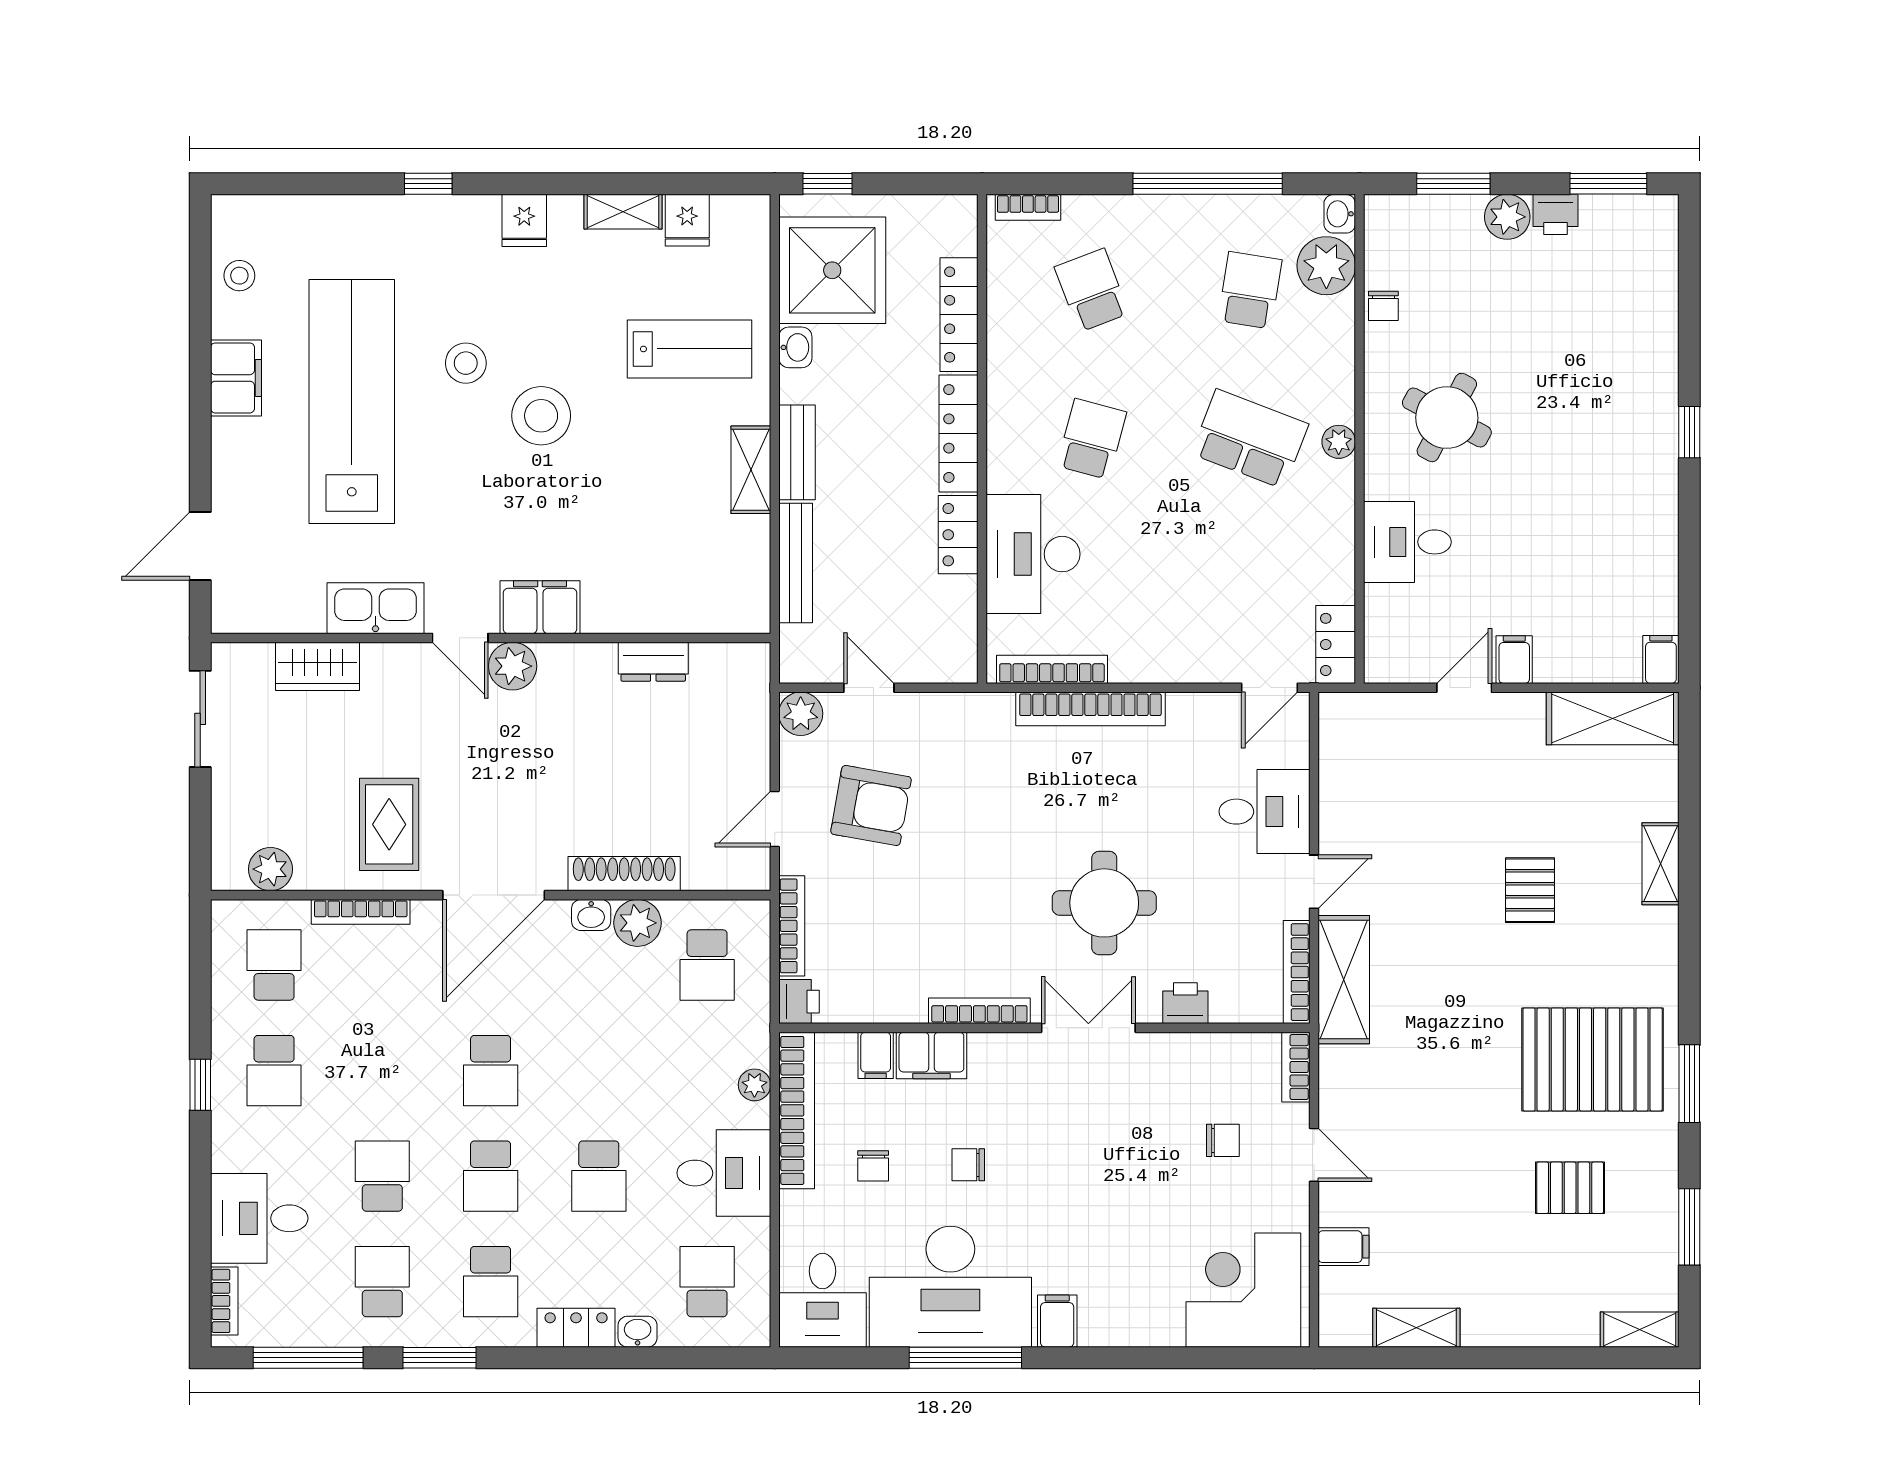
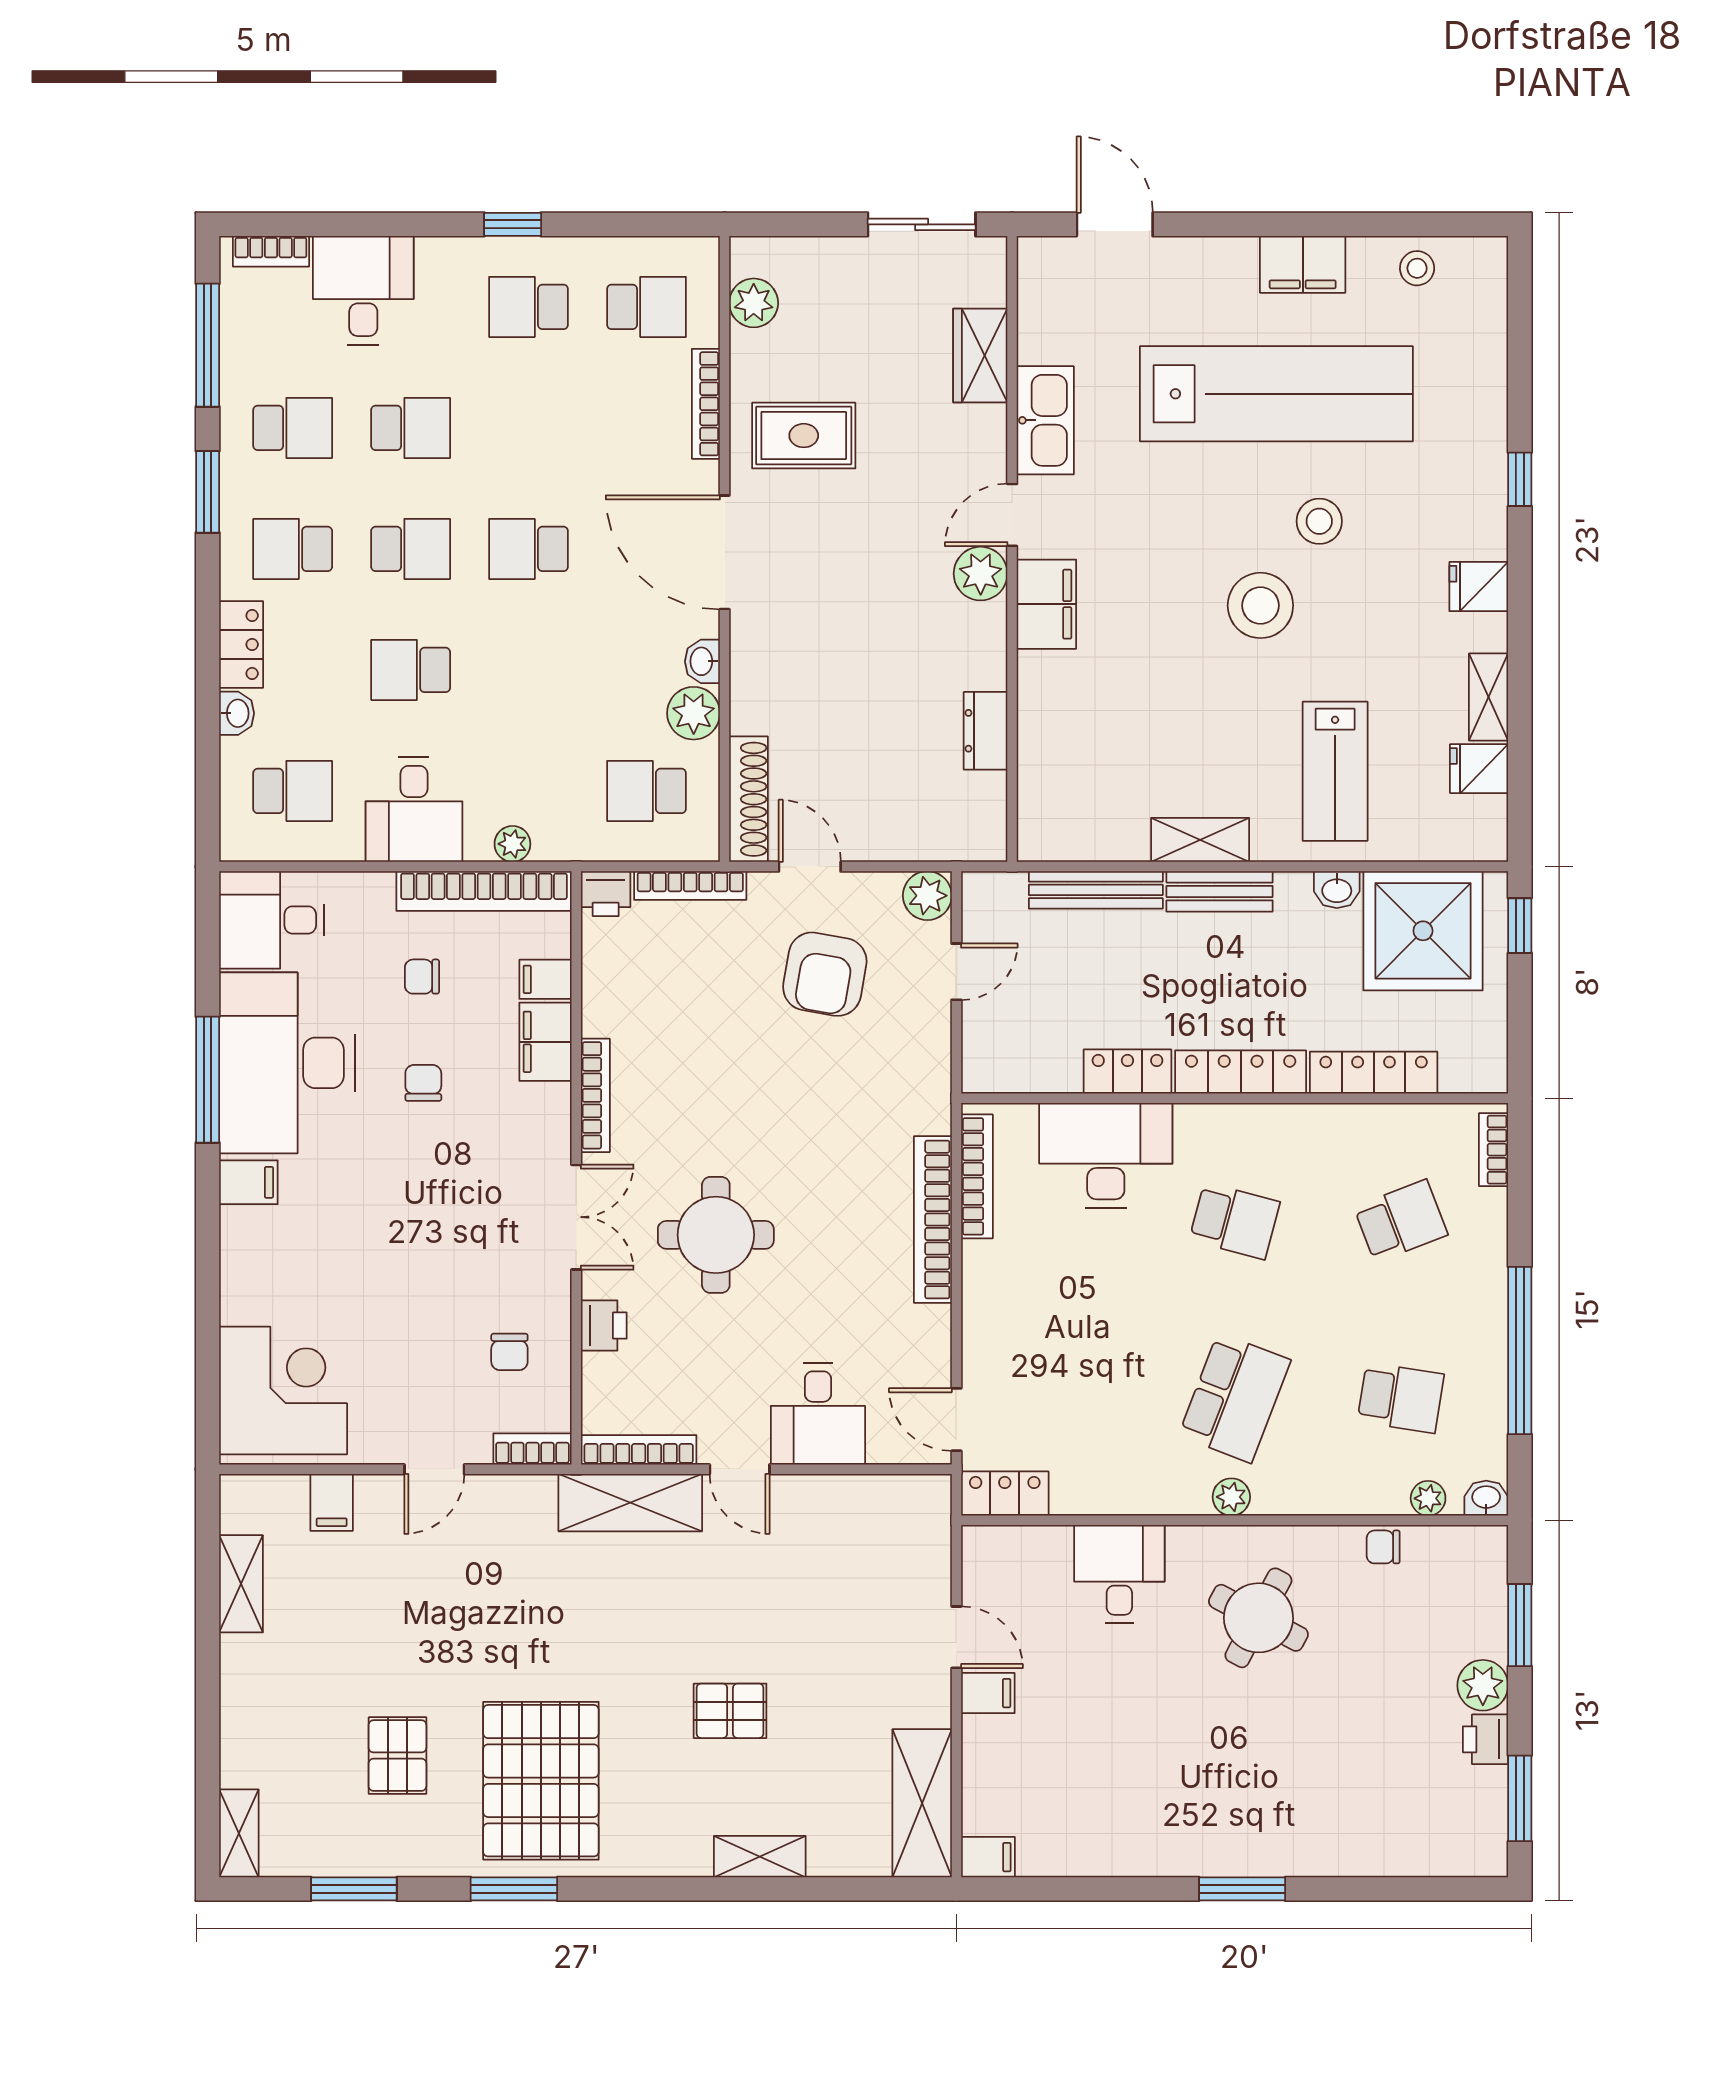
plant: (1326, 266) -> (1428, 1498), width x0.53, depth x0.53
window: (1689, 432) -> (1242, 1889), width x1.50
shoe rack: (624, 874) -> (749, 799), moved
chair: (1223, 1140) -> (509, 1352), moved
school desk: (491, 1176) -> (411, 549), turned 180

